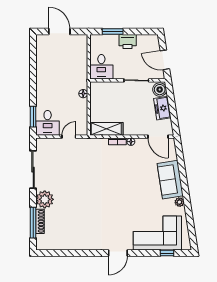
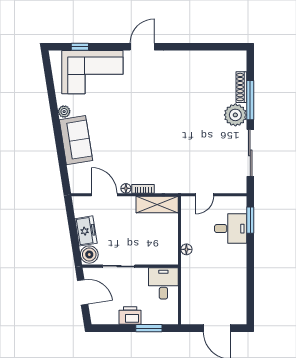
desk: (48, 123) -> (231, 229), moved, turned 90
door: (158, 137) -> (104, 195), moved
window: (33, 223) -> (250, 100), moved

